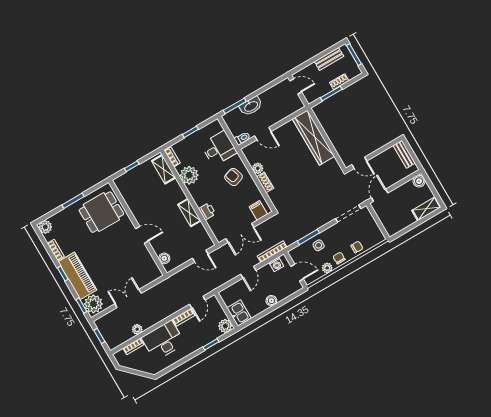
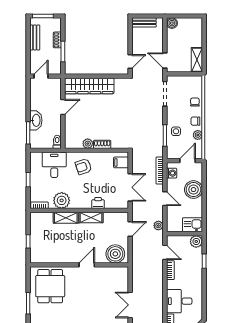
door: (263, 134) -> (63, 107), moved
shelving: (164, 169) -> (66, 218), moved
shelving: (426, 209) -> (197, 60), moved
boiler: (164, 258) -> (115, 254), width x1.86, depth x1.86
boiler: (271, 301) -> (193, 190), width x1.86, depth x1.86
plant: (137, 329) -> (158, 226), moved
desk: (163, 341) -> (179, 301), width x0.73

